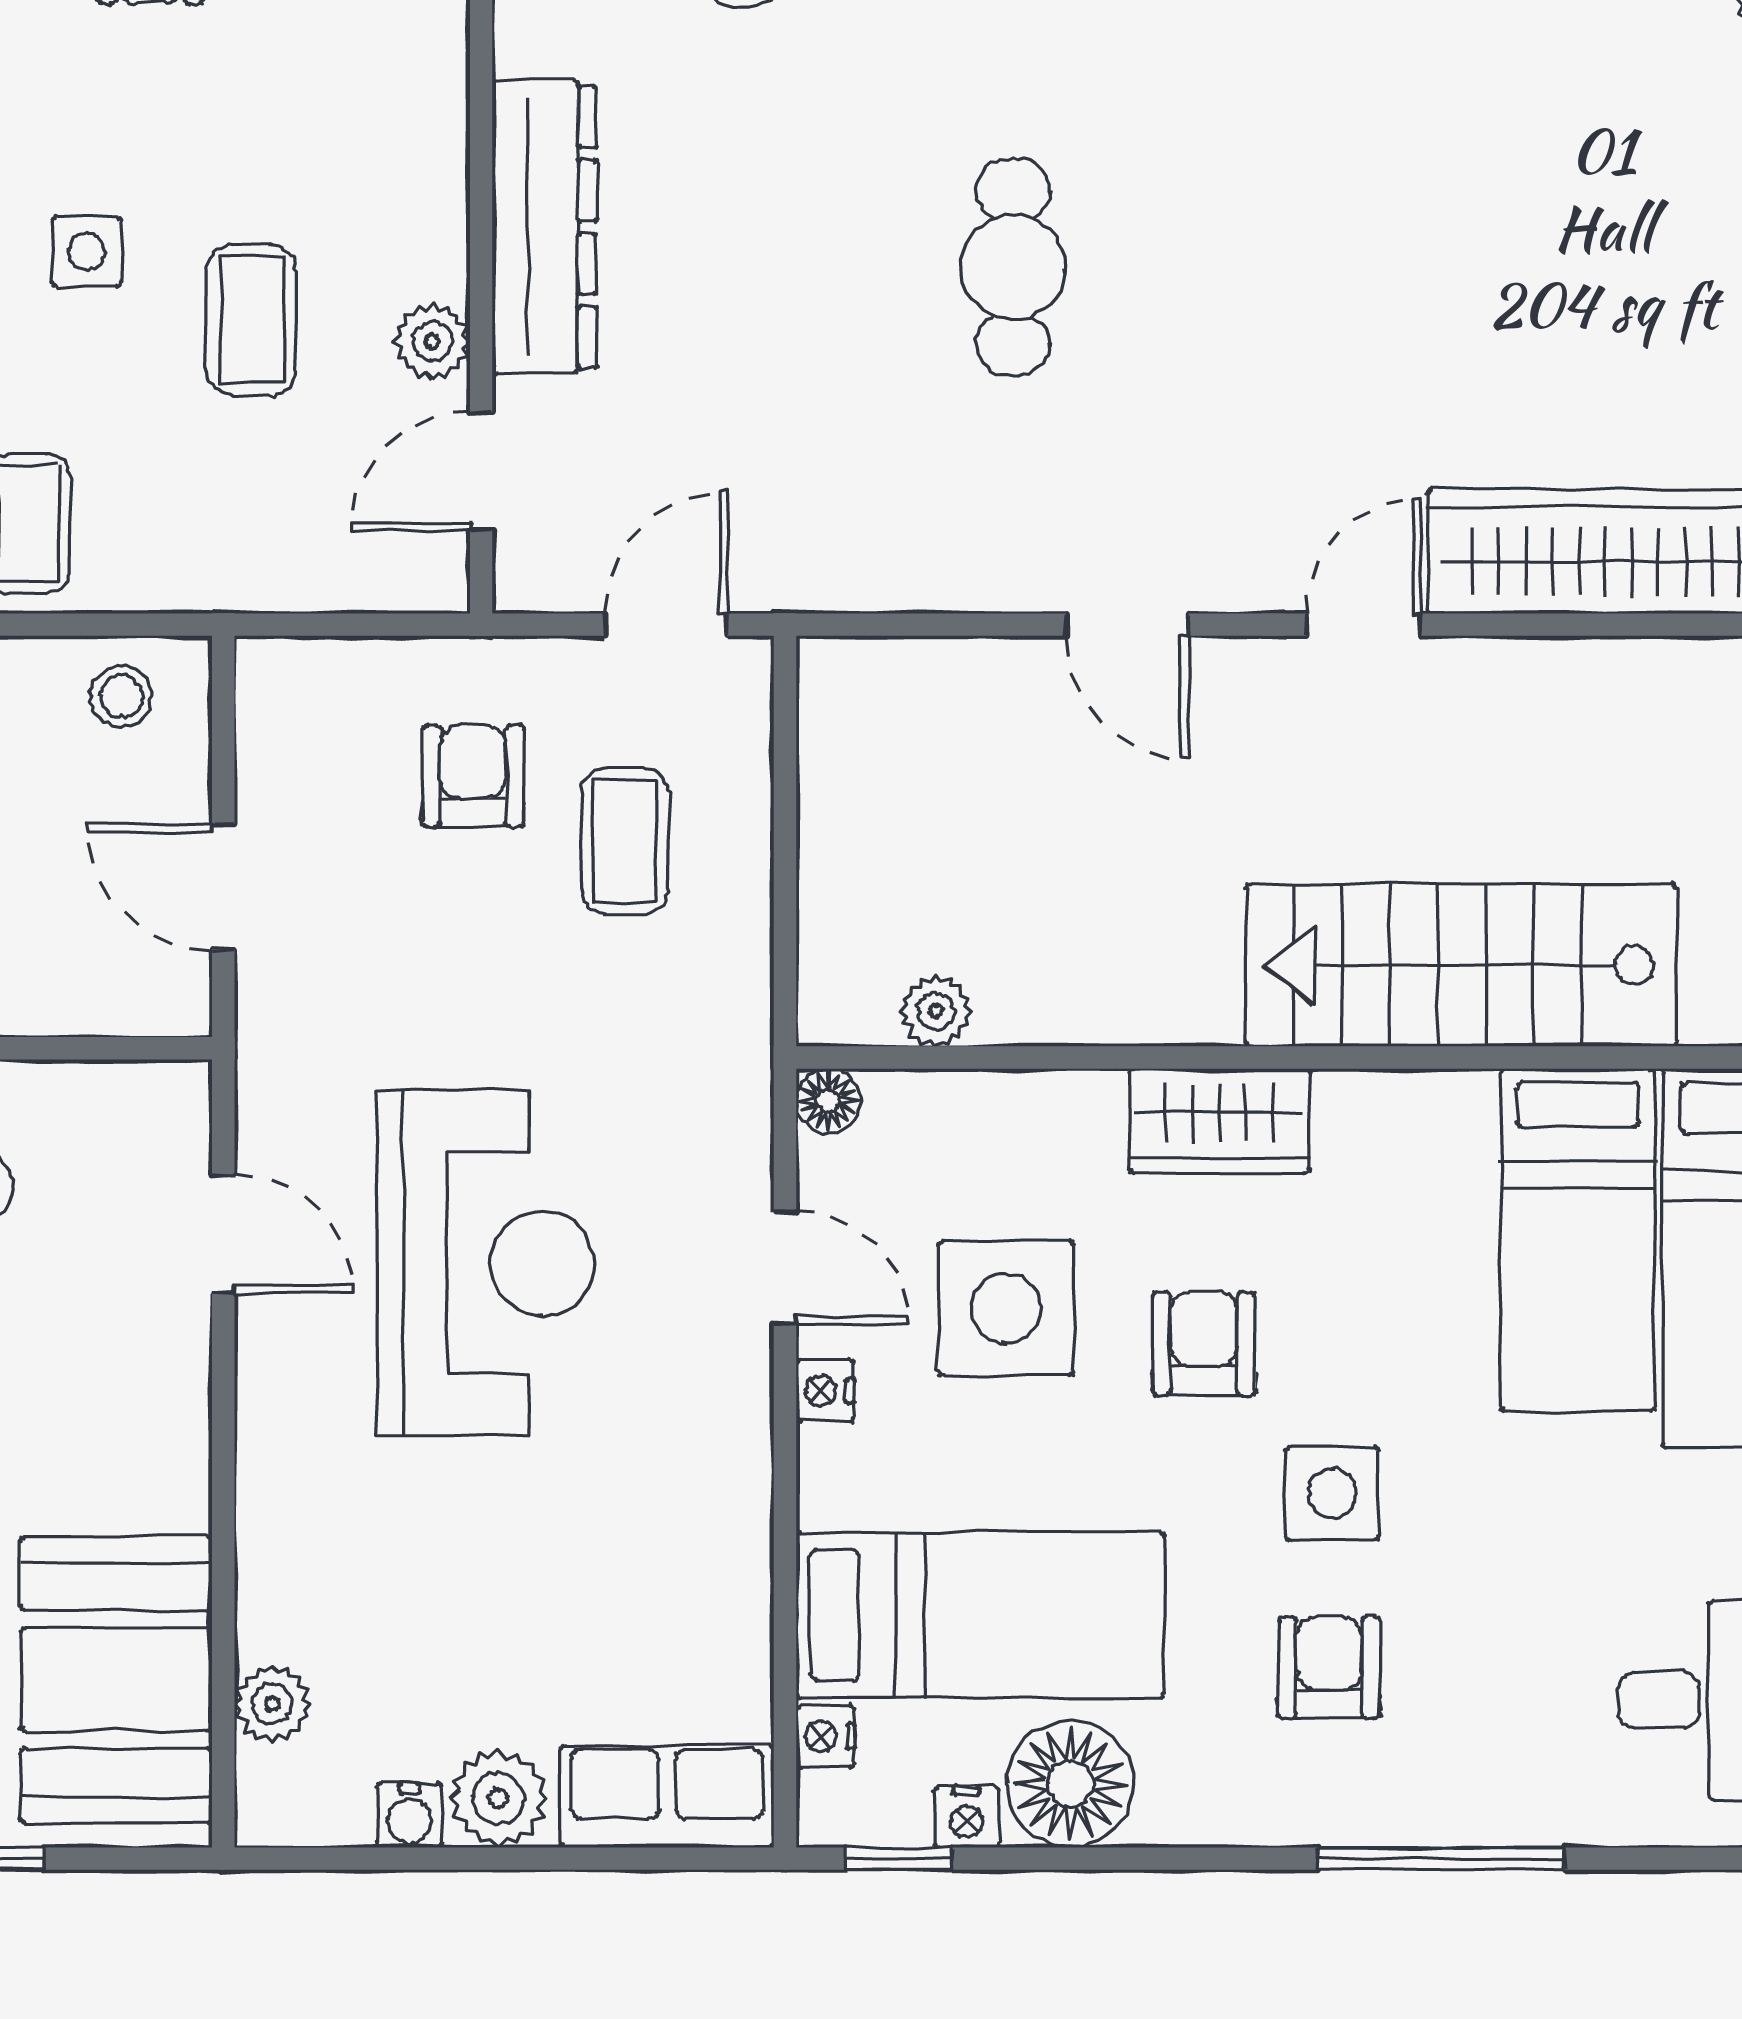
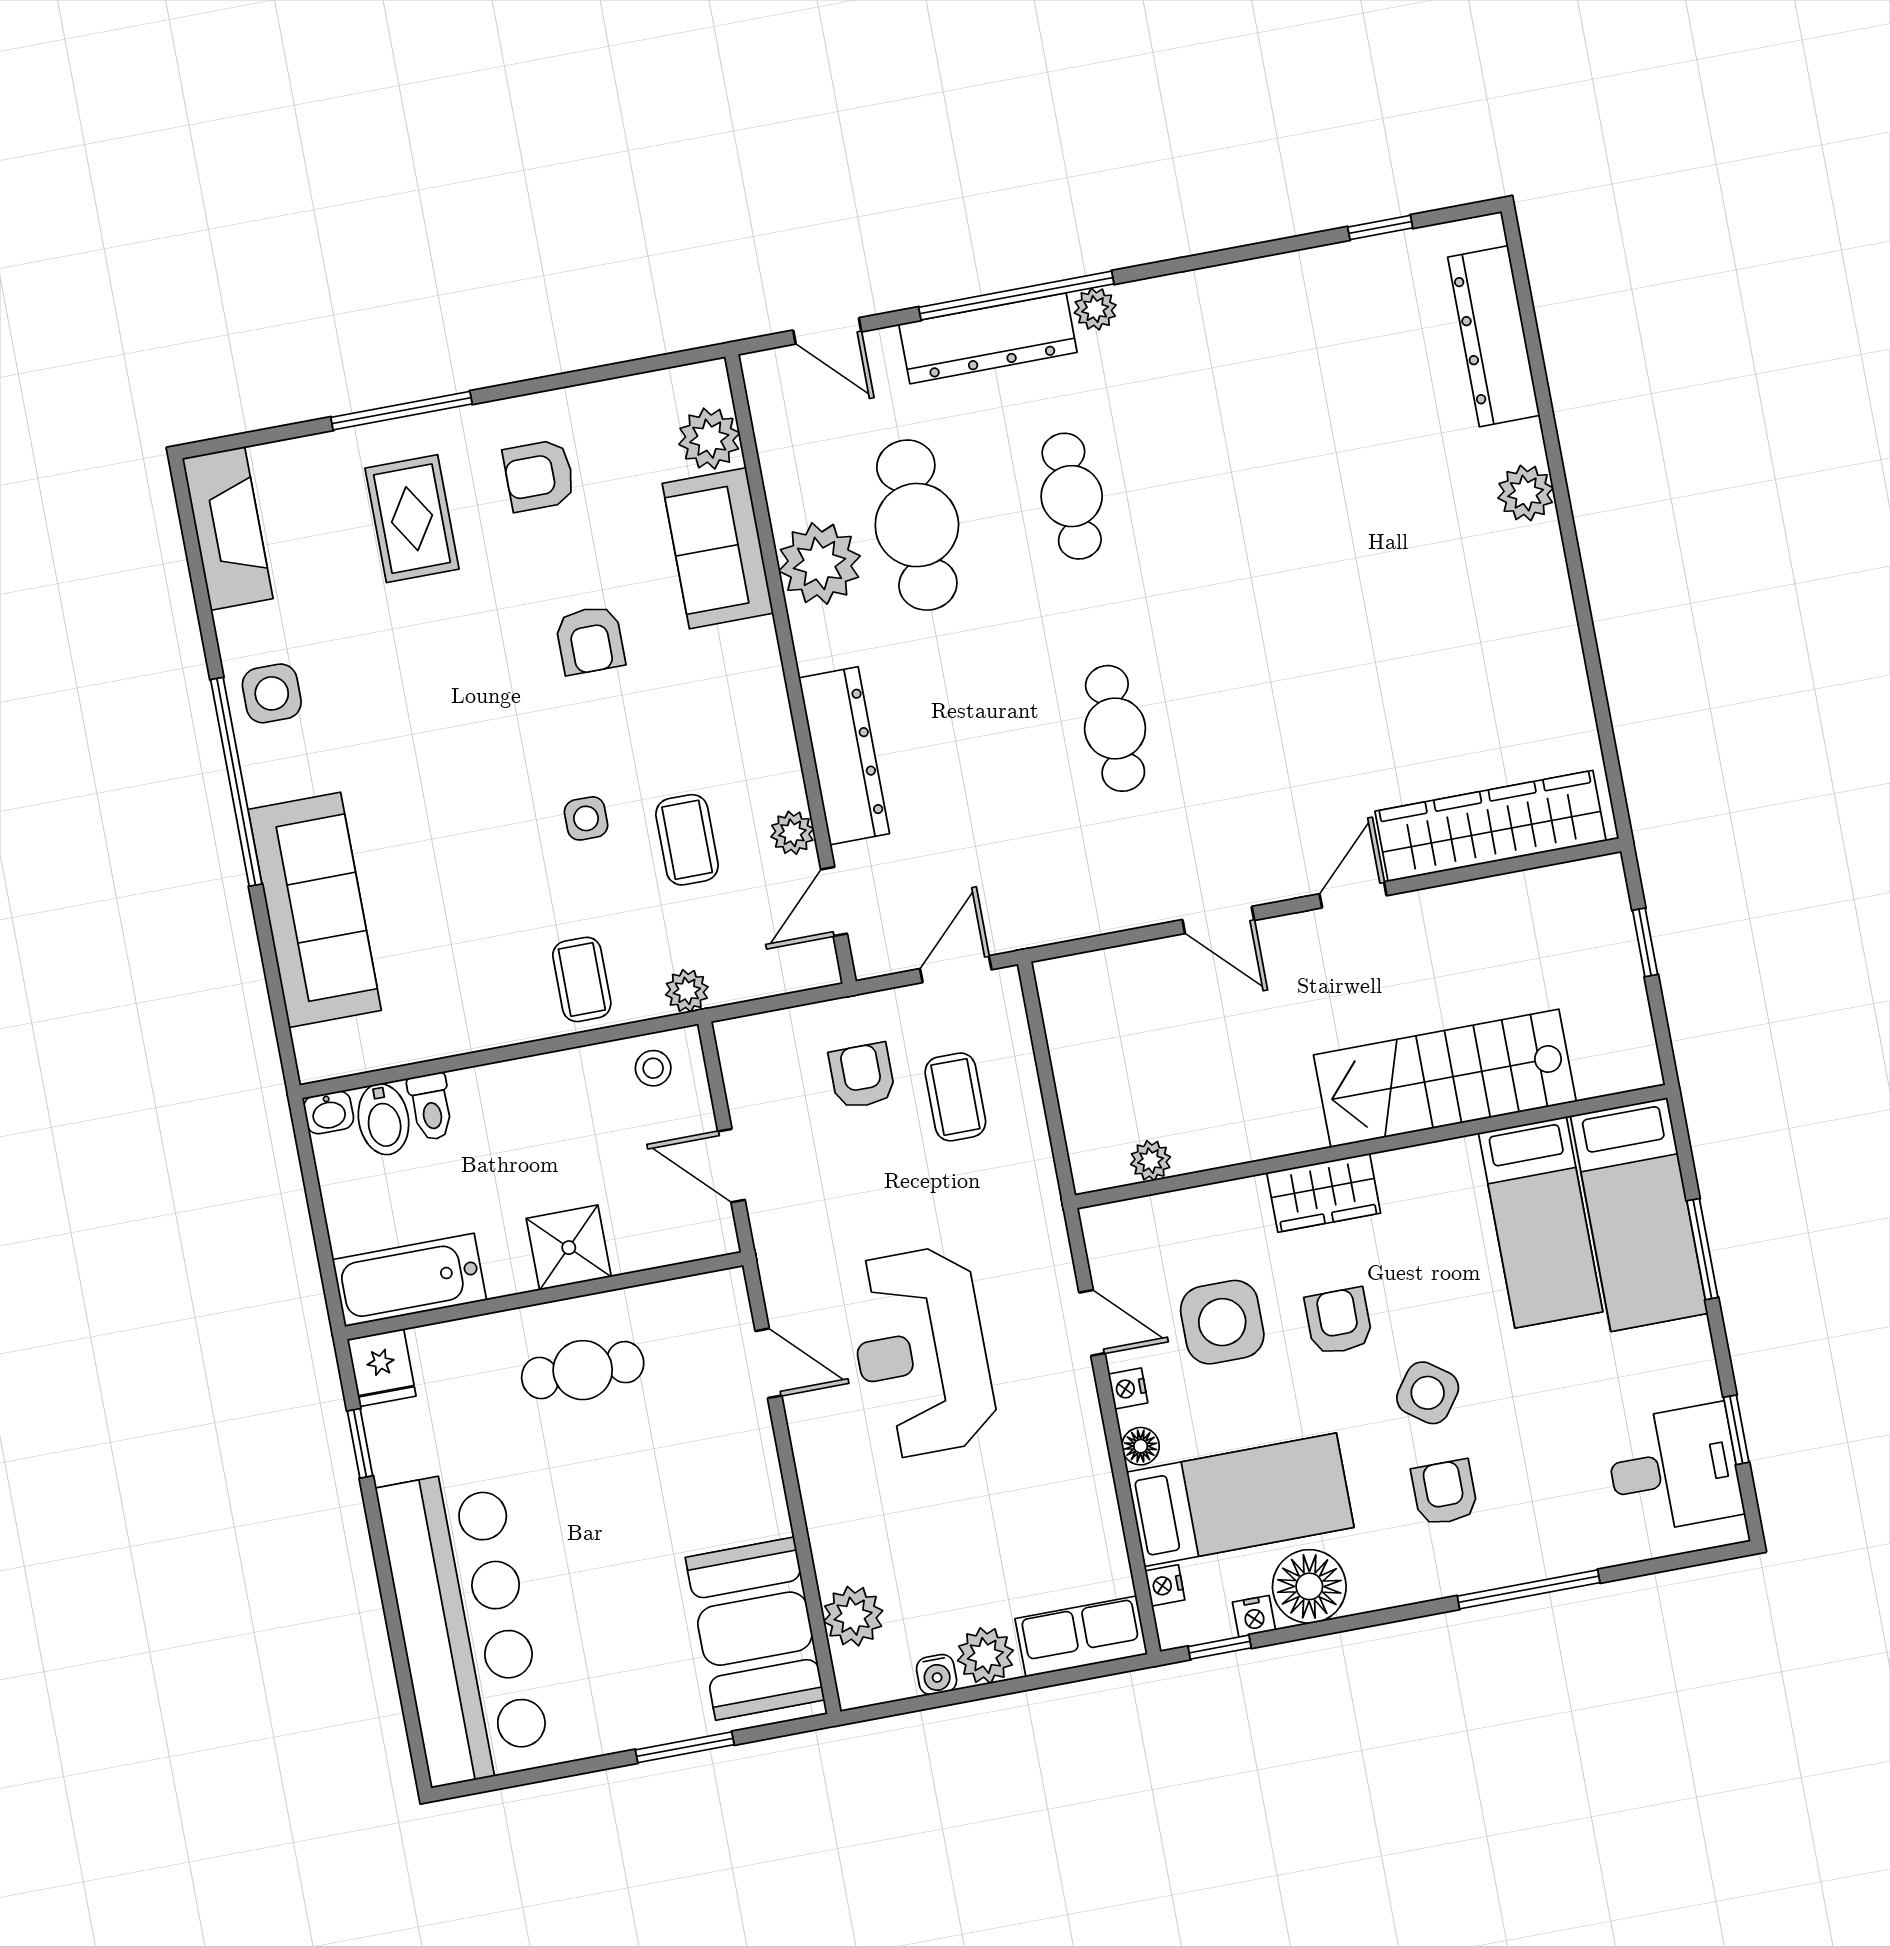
plant: (203, 576) -> (687, 991), added
floor lamp: (828, 1101) -> (1141, 1446), moved
reception desk: (486, 1263) -> (921, 1352), turned 180
side table: (1332, 1493) -> (1428, 1393), turned 36
plant: (272, 1704) -> (853, 1616), width x1.38, depth x1.38

